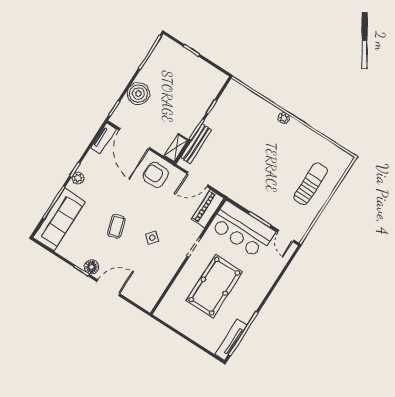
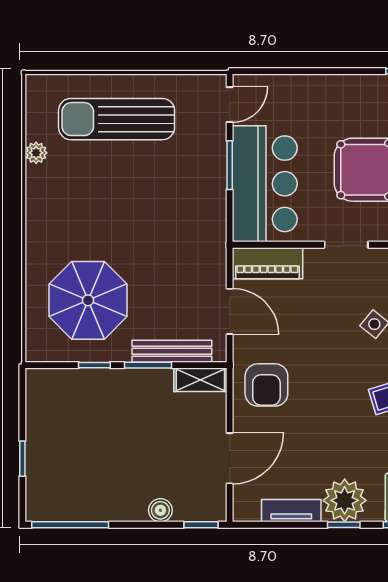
boiler: (138, 94) -> (160, 510), width x0.54, depth x0.54
plant: (284, 118) -> (36, 153), moved
parasol: (241, 122) -> (88, 300), added
tv unit: (103, 138) -> (291, 511), moved
door: (135, 139) -> (230, 458), width x0.73
plant: (78, 178) -> (345, 500), width x1.87, depth x1.87
sun lounger: (311, 184) -> (117, 119), width x1.36, depth x1.34

